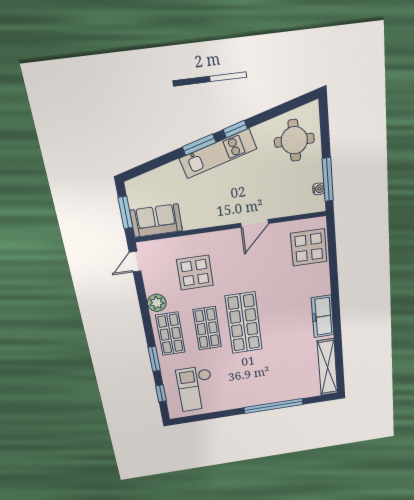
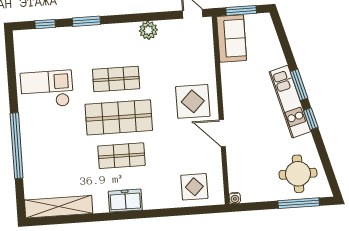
window: (328, 180) -> (299, 203), moved
water cooler: (319, 189) -> (235, 198), moved
display table: (309, 247) -> (194, 187), width x0.73, depth x0.73
display table: (195, 273) -> (193, 101), moved
freezer: (323, 316) -> (125, 201), width x0.71
shop shelf: (170, 334) -> (121, 156), moved
checkout: (196, 389) -> (47, 89), moved

